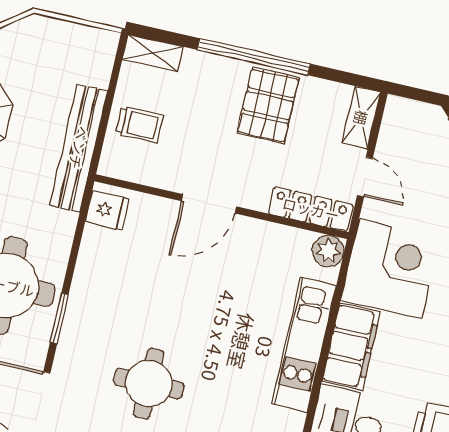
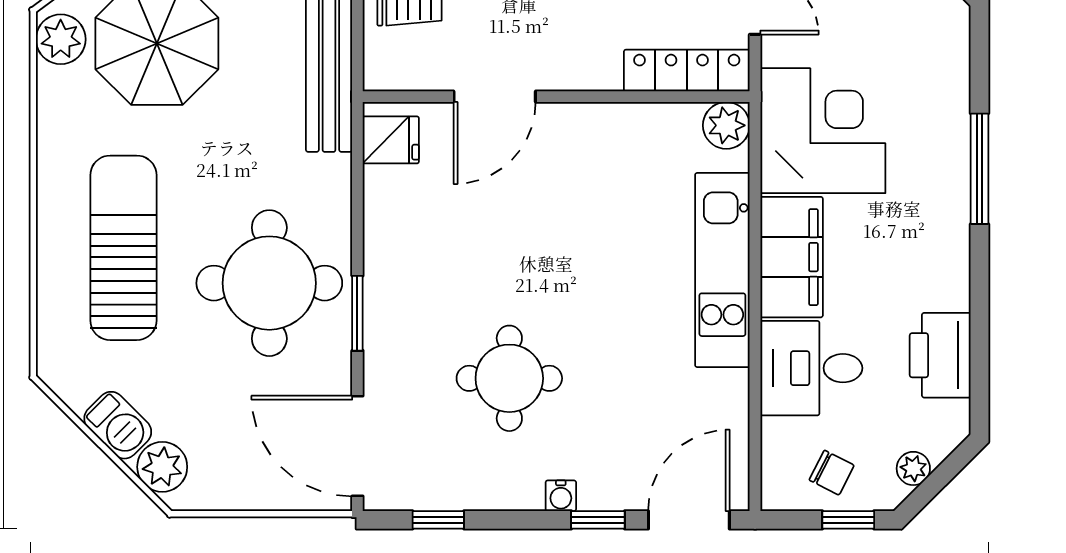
door: (209, 204) -> (495, 97), moved

